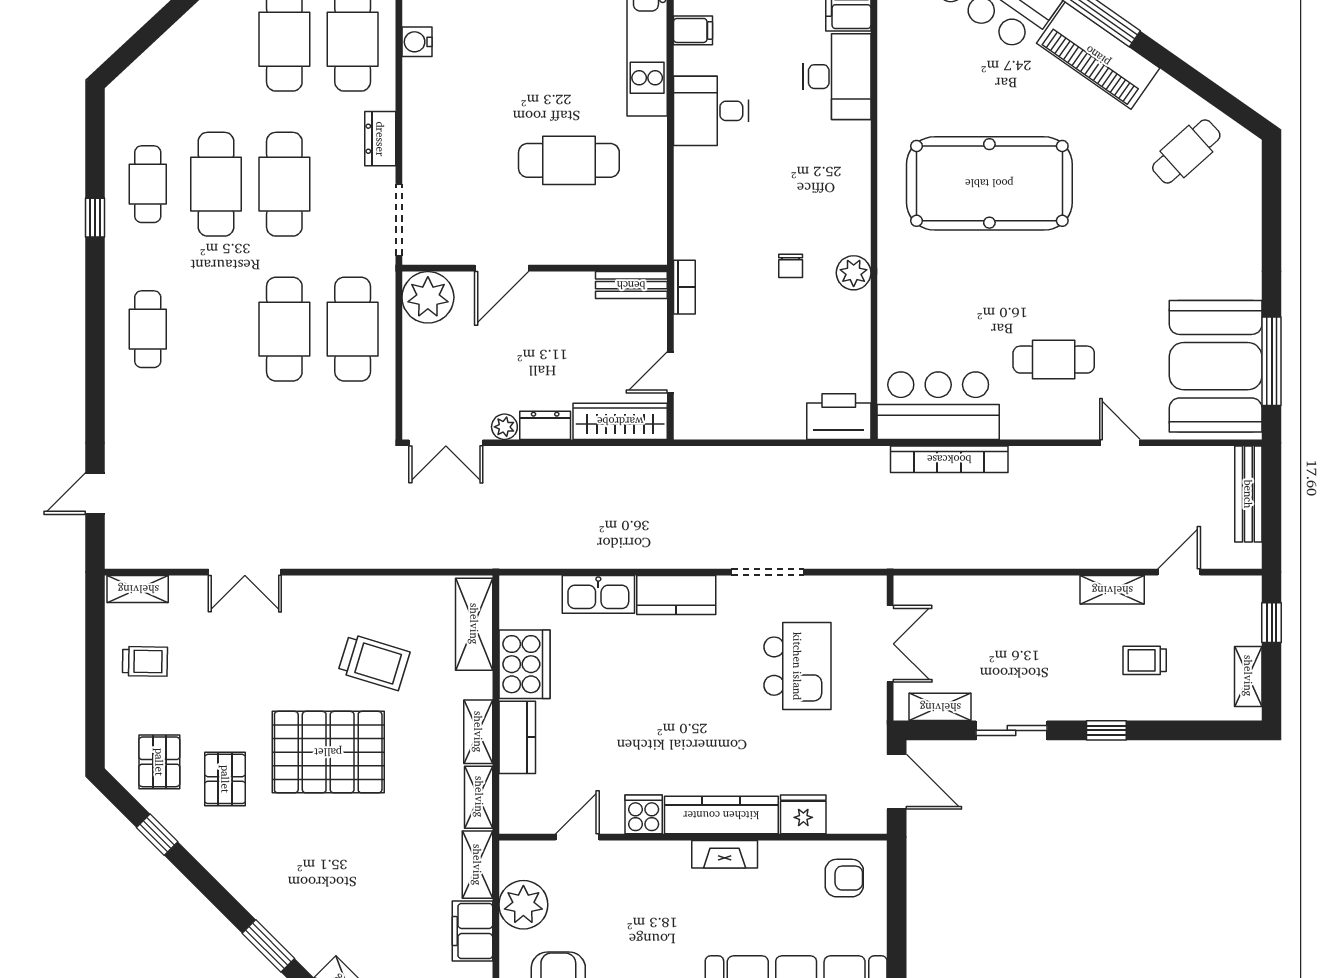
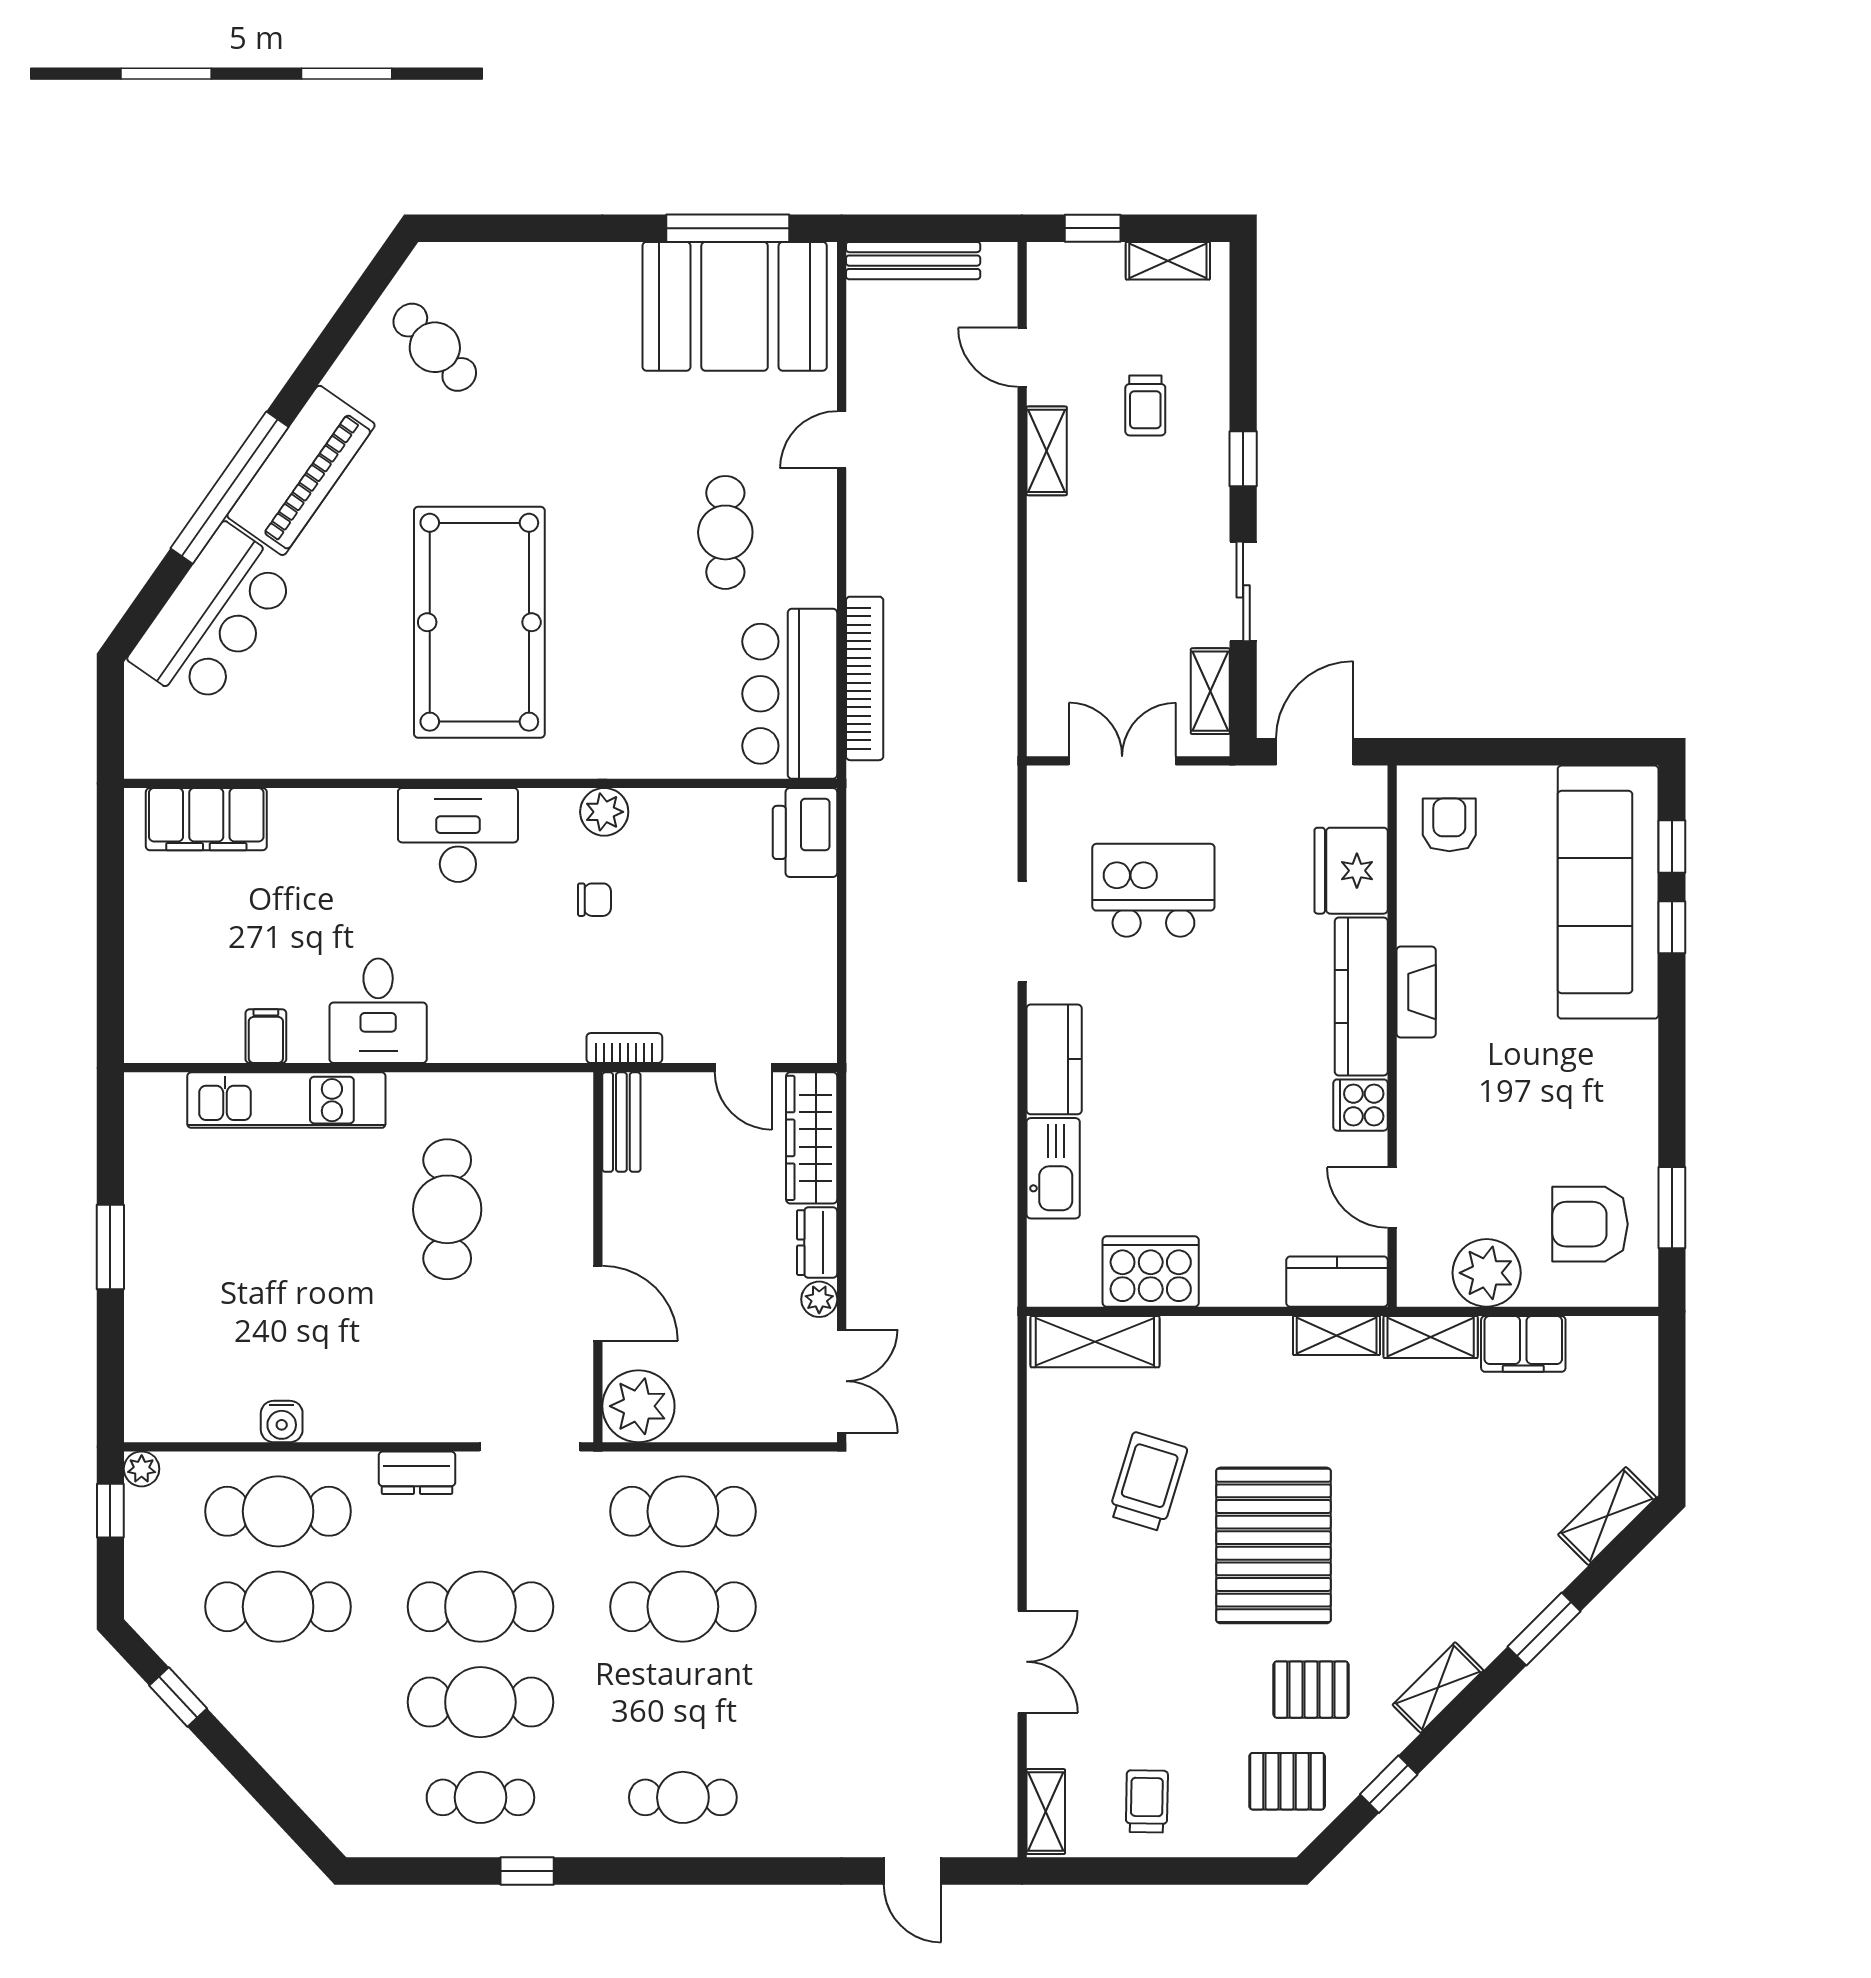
desk: (837, 77) -> (458, 835), moved
shelving: (478, 732) -> (1438, 1688), moved, turned -45
kitchen counter: (517, 737) -> (1337, 1282), moved
fridge: (803, 814) -> (1351, 871), width x1.36, depth x1.34

